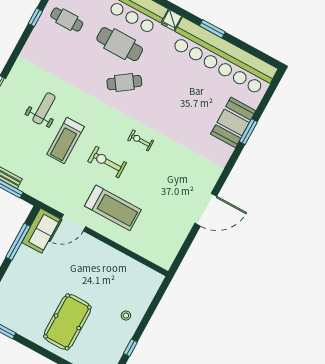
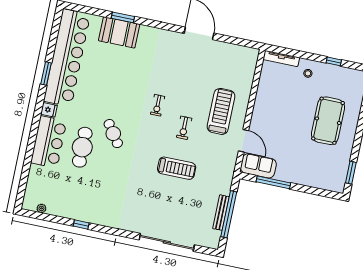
cafe table: (67, 20) -> (75, 198), removed
weight bench: (44, 108) -> (155, 194), removed
exercise bike: (107, 162) -> (184, 128), width x0.73, depth x0.72
tv unit: (151, 291) -> (281, 58), added
pool table: (67, 322) -> (328, 121), turned 90

